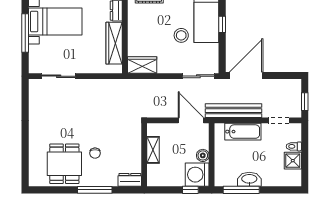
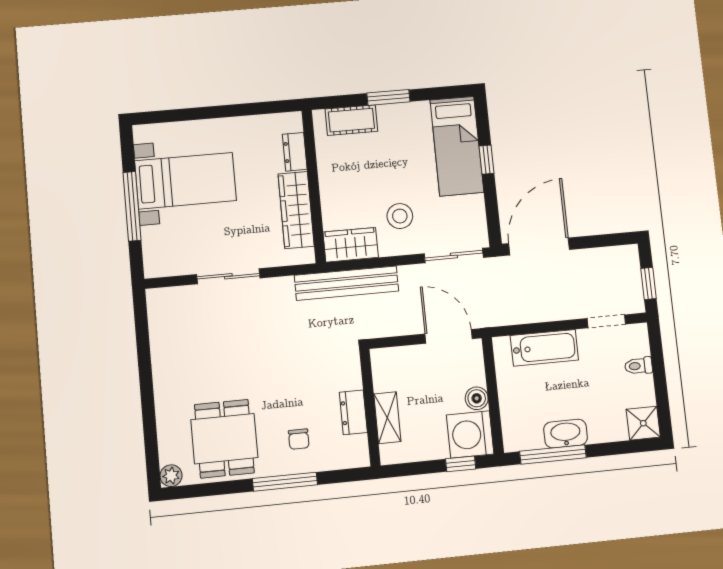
stool: (181, 35) -> (400, 216), moved
sliding door: (59, 76) -> (228, 276), moved
bench: (234, 111) -> (346, 283), moved
shelving: (153, 150) -> (387, 418), moved
chair: (95, 153) -> (299, 439), moved
shower: (293, 161) -> (643, 423), moved
dresser: (130, 180) -> (353, 412), moved, turned -90
plant: (34, 181) -> (171, 476), added

